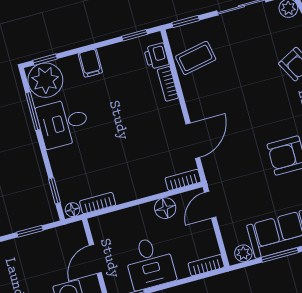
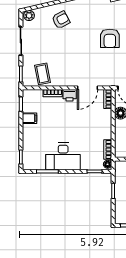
printer: (156, 56) -> (70, 95), moved
filing cabinet: (90, 63) -> (30, 118), moved
plant: (45, 80) -> (32, 160), removed
desk: (63, 123) -> (63, 156), width x1.37
door: (193, 141) -> (88, 88), swing flipped

